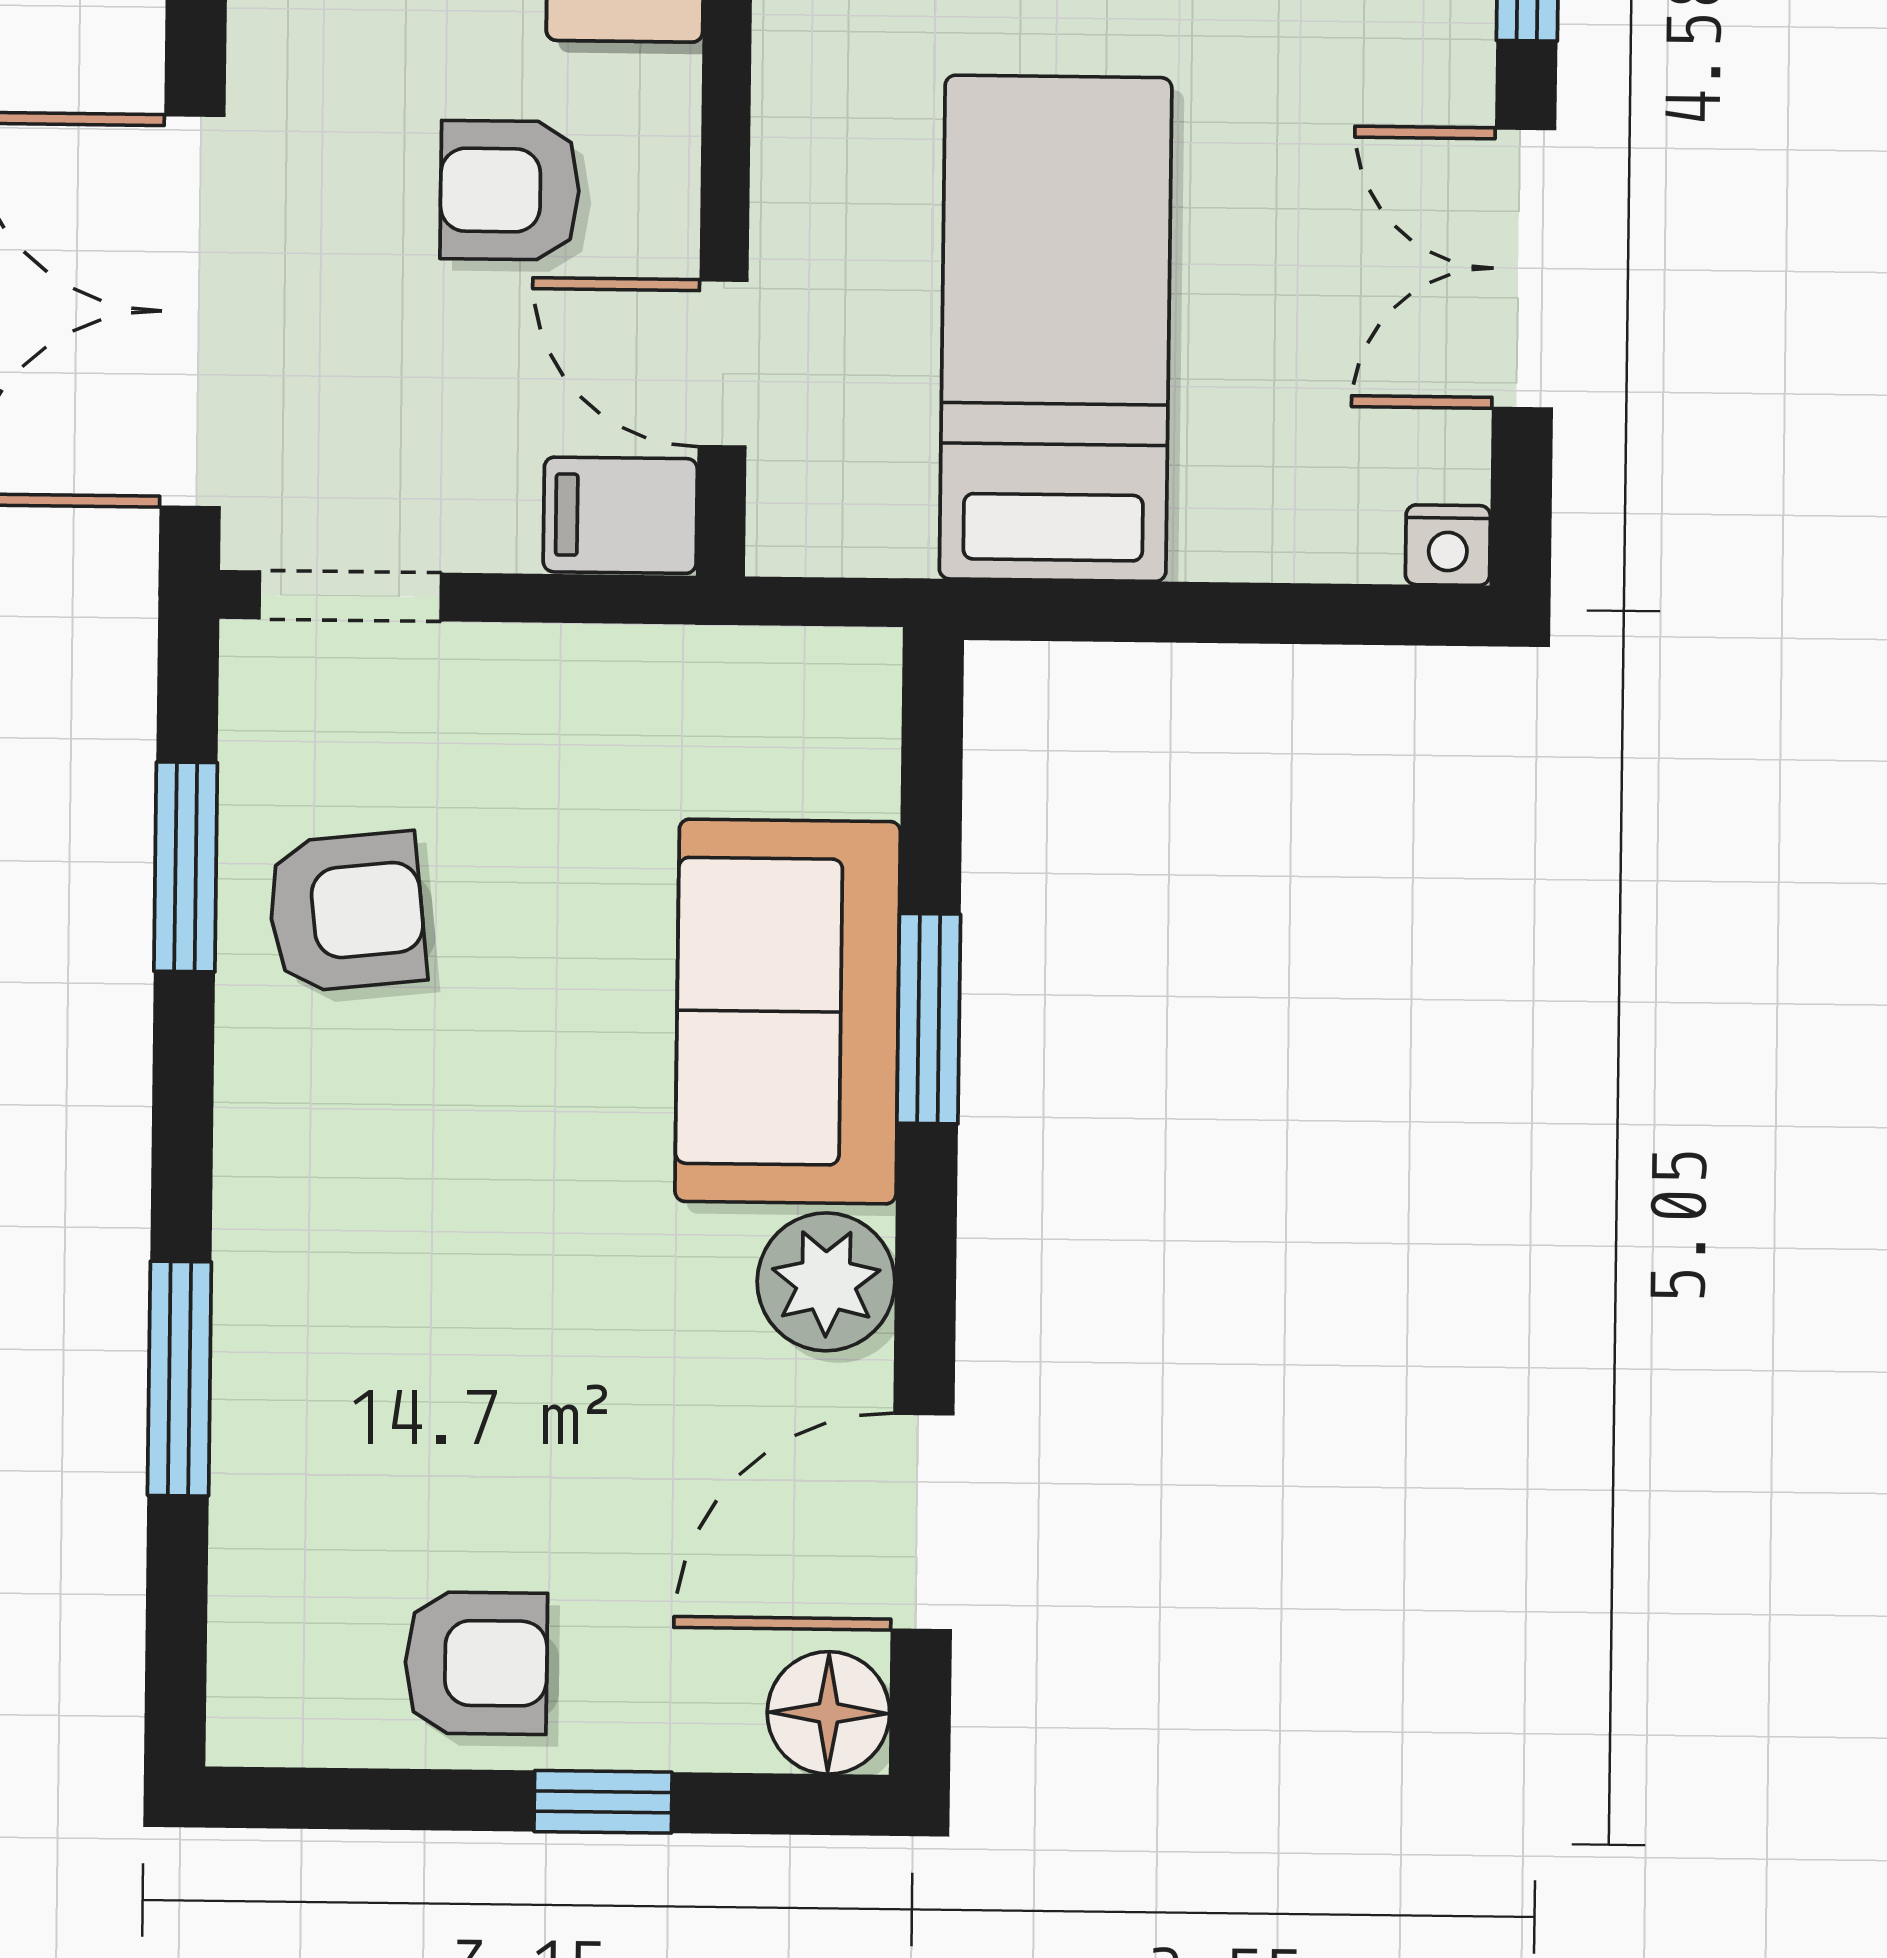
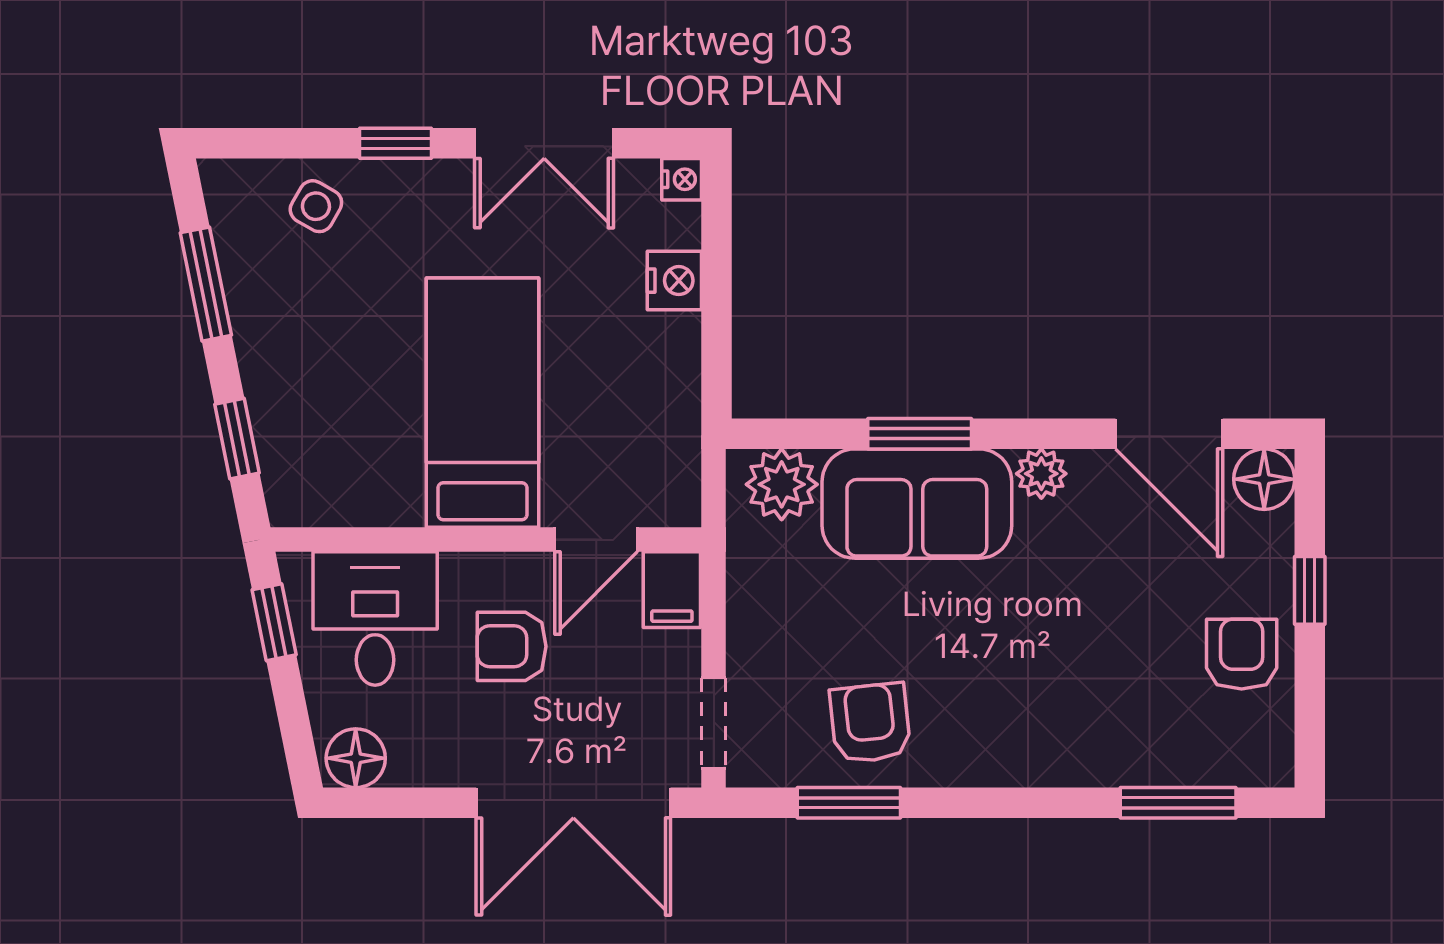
armchair: (510, 190) -> (512, 646), turned 90
bed: (1056, 328) -> (482, 403), moved, turned 90
nightstand: (1244, 528) -> (674, 281), added
plant: (830, 739) -> (782, 484), added
plant: (826, 1282) -> (1041, 474), width x0.73, depth x0.73
window: (179, 1379) -> (1178, 803), moved

